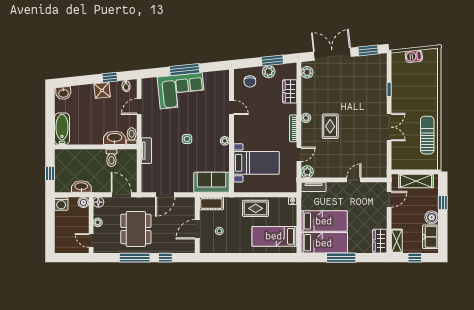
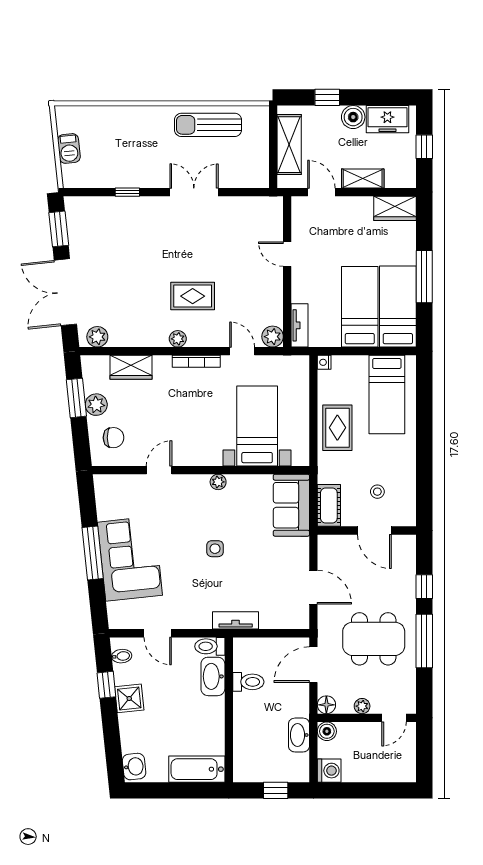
shelving: (397, 241) -> (363, 179), moved

